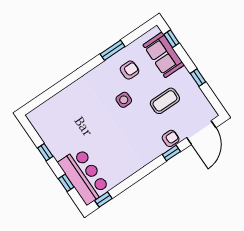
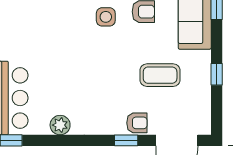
side table: (124, 100) -> (106, 17), moved
plant: (126, 171) -> (60, 125), added

